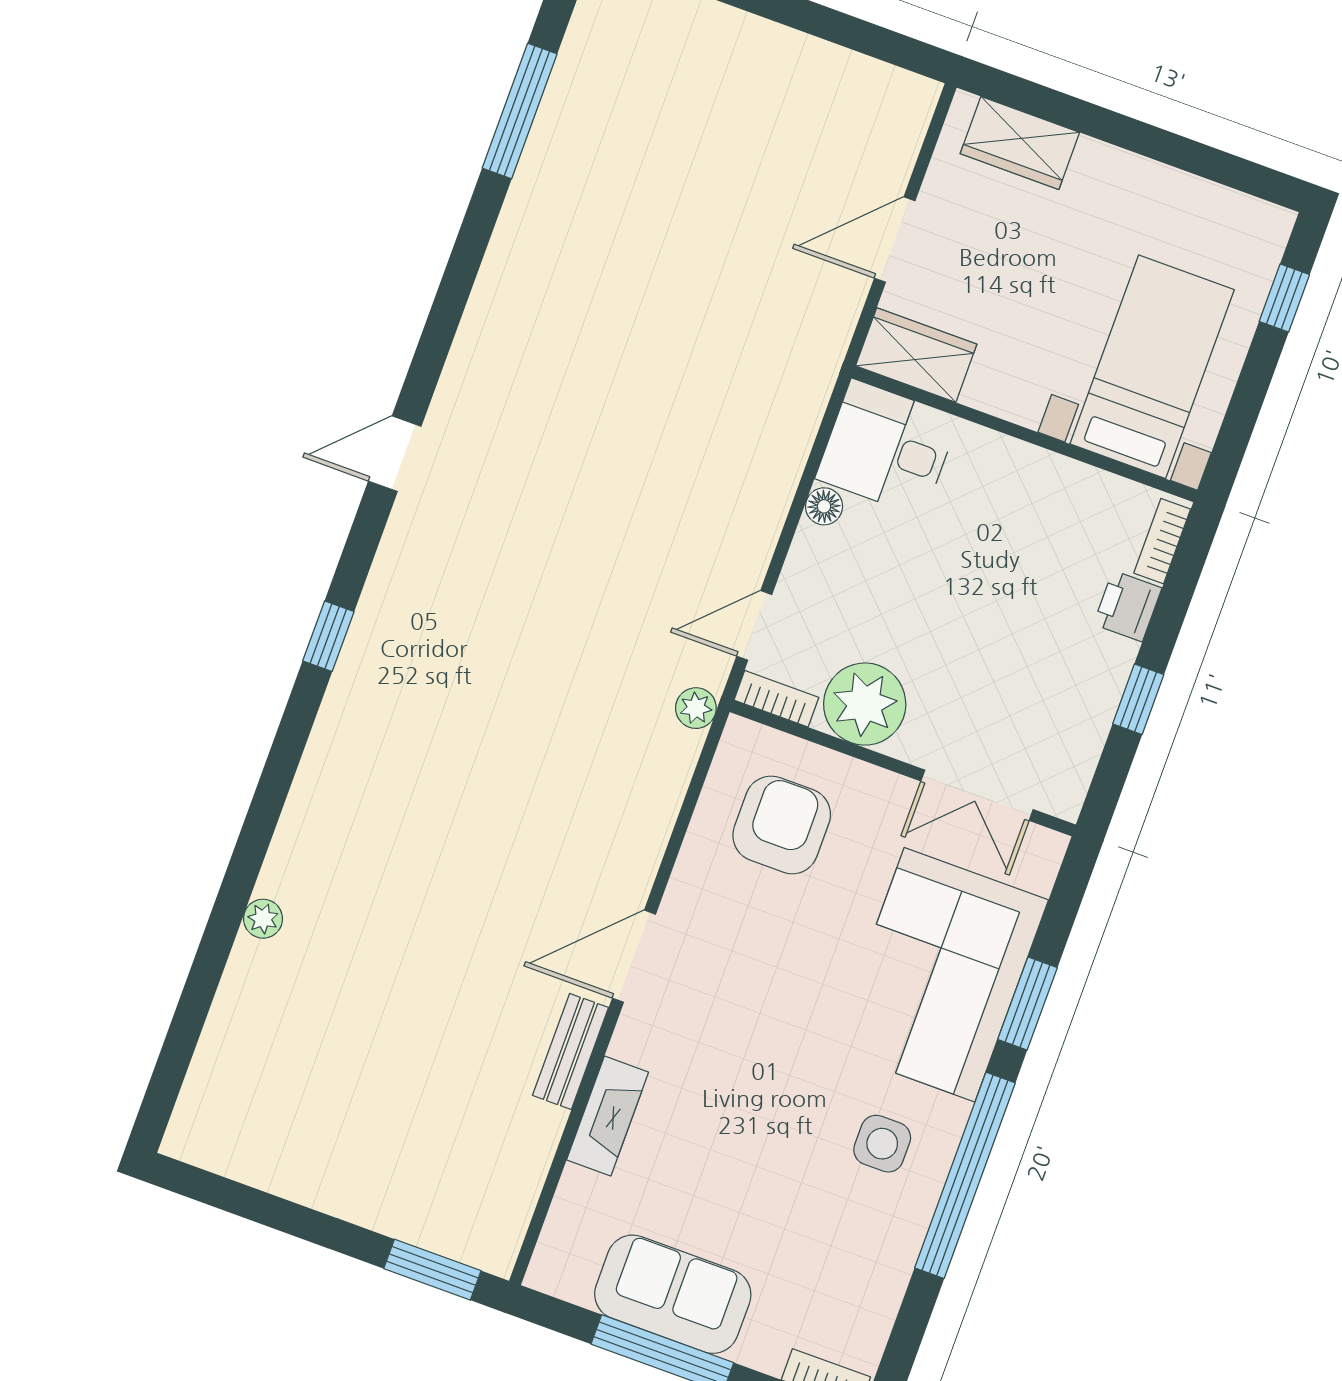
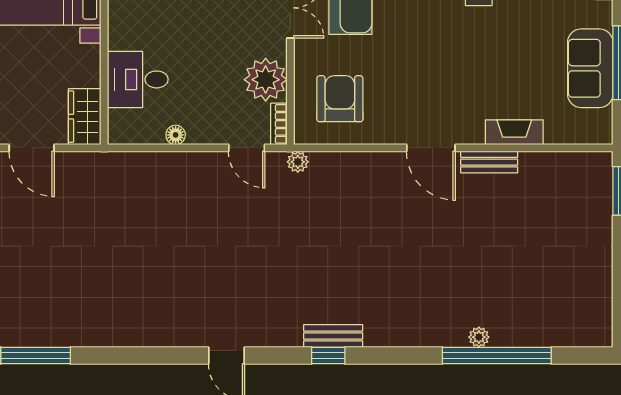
desk: (887, 448) -> (138, 79), moved, turned 90
bench: (360, 658) -> (333, 336), added
armchair: (782, 825) -> (340, 99), turned 90
window: (218, 939) -> (497, 356), added

